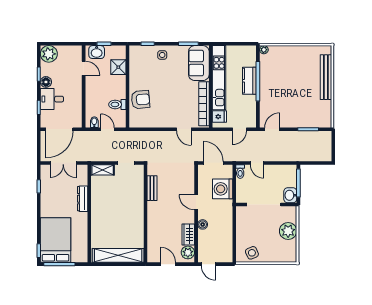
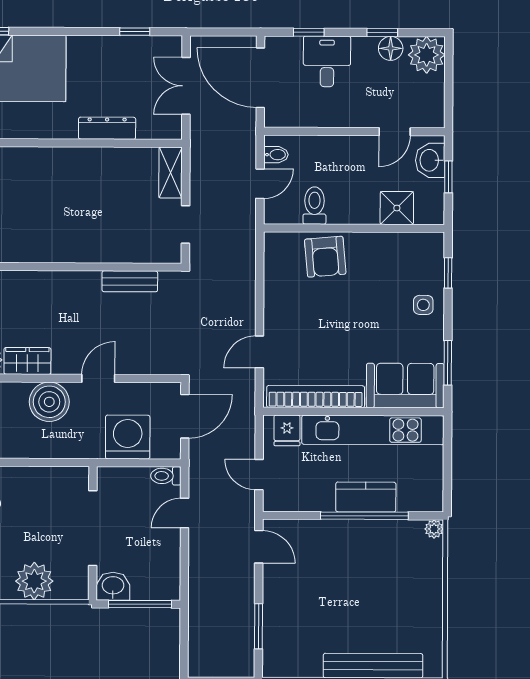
floor lamp: (46, 82) -> (391, 48), moved
boiler: (203, 224) -> (49, 402), width x1.86, depth x1.86

